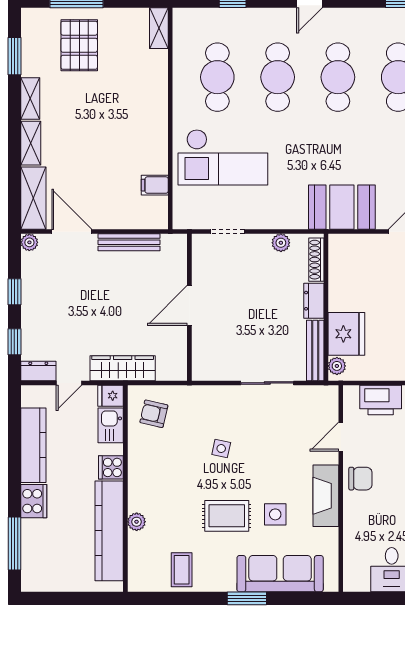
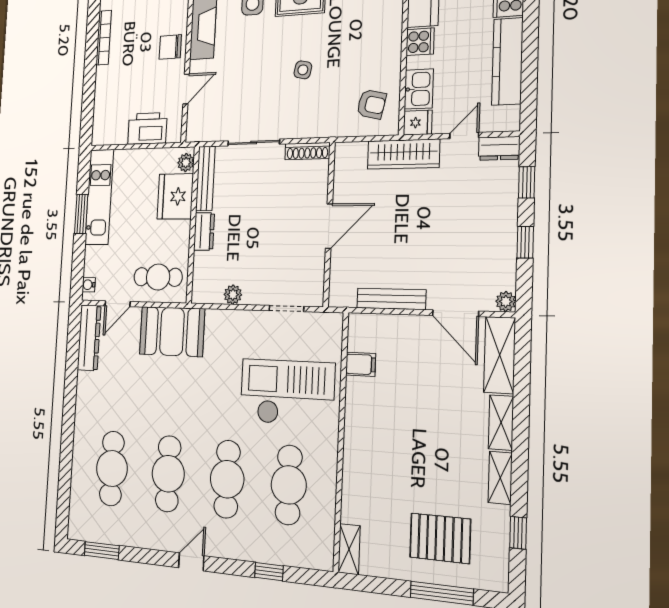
pallet: (79, 45) -> (440, 538), turned 90
window: (14, 56) -> (518, 533), width x0.67
cafe table: (360, 258) -> (158, 277), added
shoe rack: (316, 260) -> (307, 151), moved, turned 90

